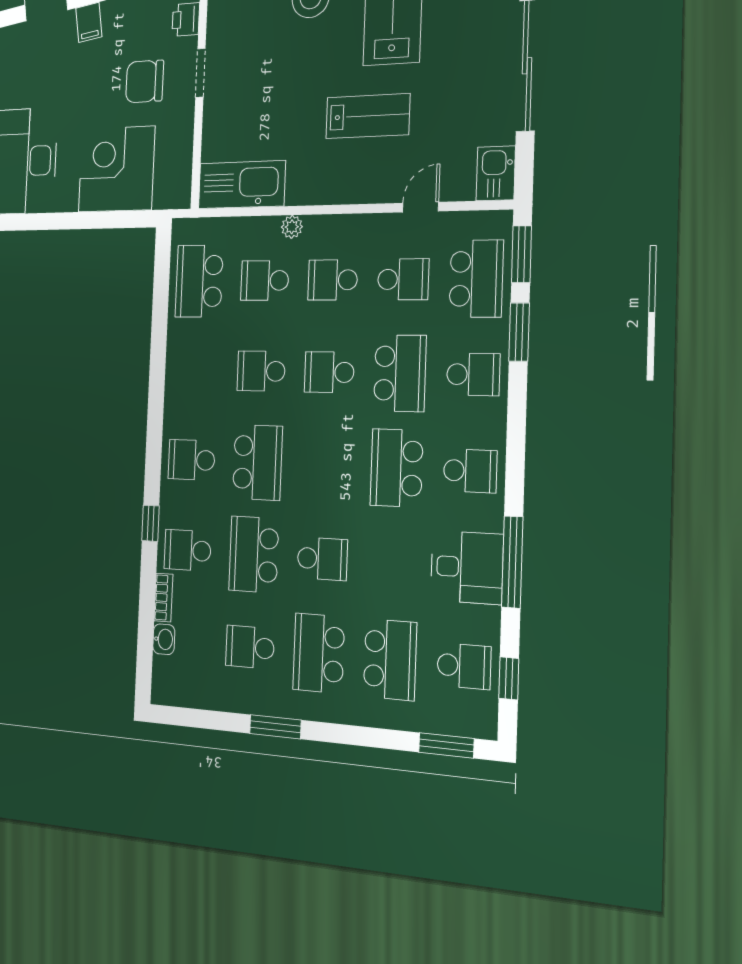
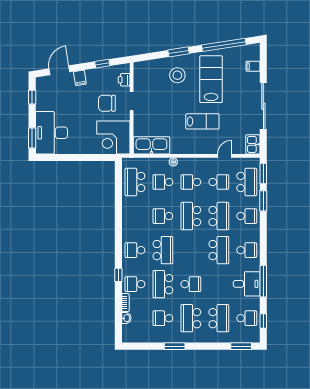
corner desk: (117, 169) -> (113, 138), moved, turned -90
school desk: (329, 372) -> (191, 216), width x1.85
school desk: (397, 468) -> (219, 250), turned 180

